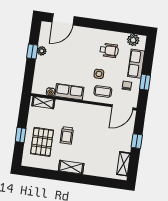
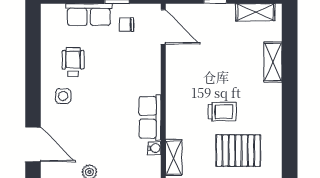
plant: (133, 40) -> (51, 25), removed
side table: (99, 74) -> (63, 96), moved
coffee table: (103, 91) -> (142, 63), removed
shelving: (71, 167) -> (273, 62), moved

